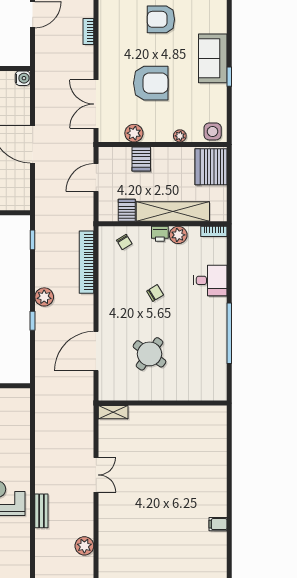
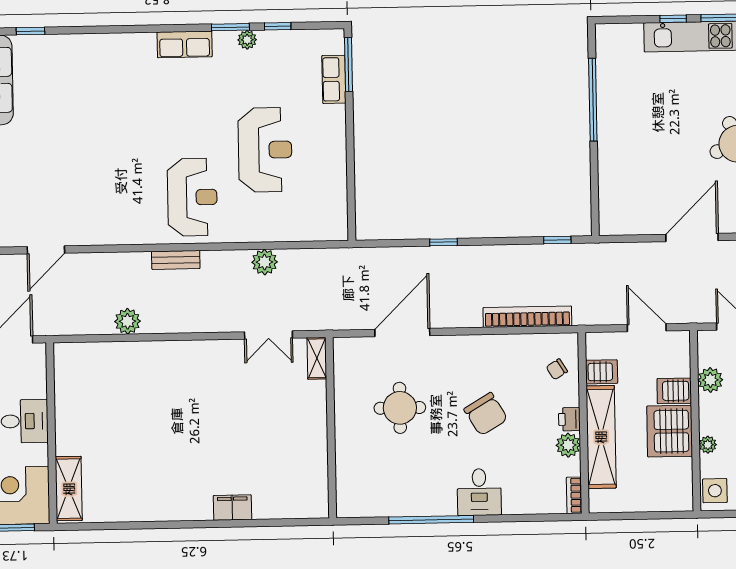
server rack: (211, 167) -> (670, 431), moved, turned -90
desk: (210, 280) -> (479, 492), moved
chair: (155, 293) -> (486, 414), width x1.87, depth x1.87
plant: (44, 297) -> (265, 262), moved
door: (96, 351) -> (402, 332), hinge flipped
round table: (150, 354) -> (400, 408), turned -36
double door: (96, 475) -> (268, 335), moved
filing cabinet: (218, 524) -> (232, 508), moved, width x2.00

